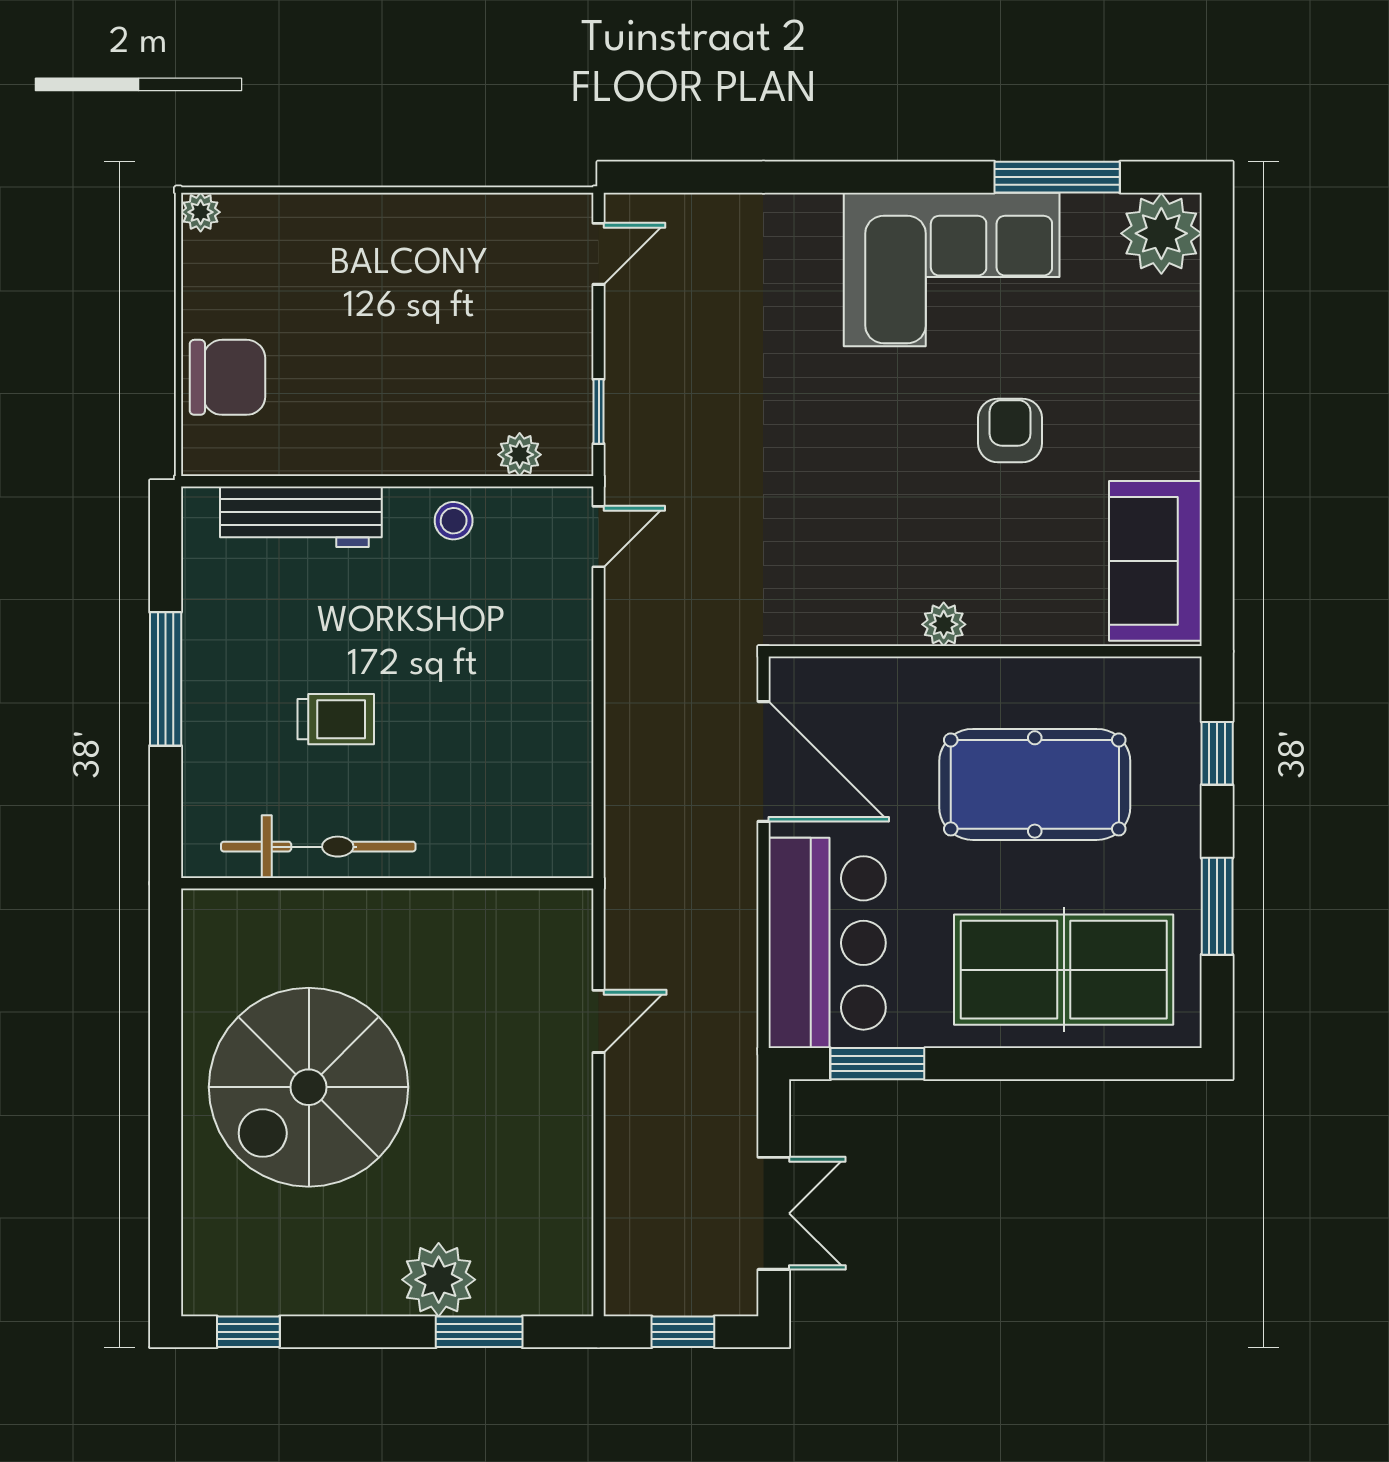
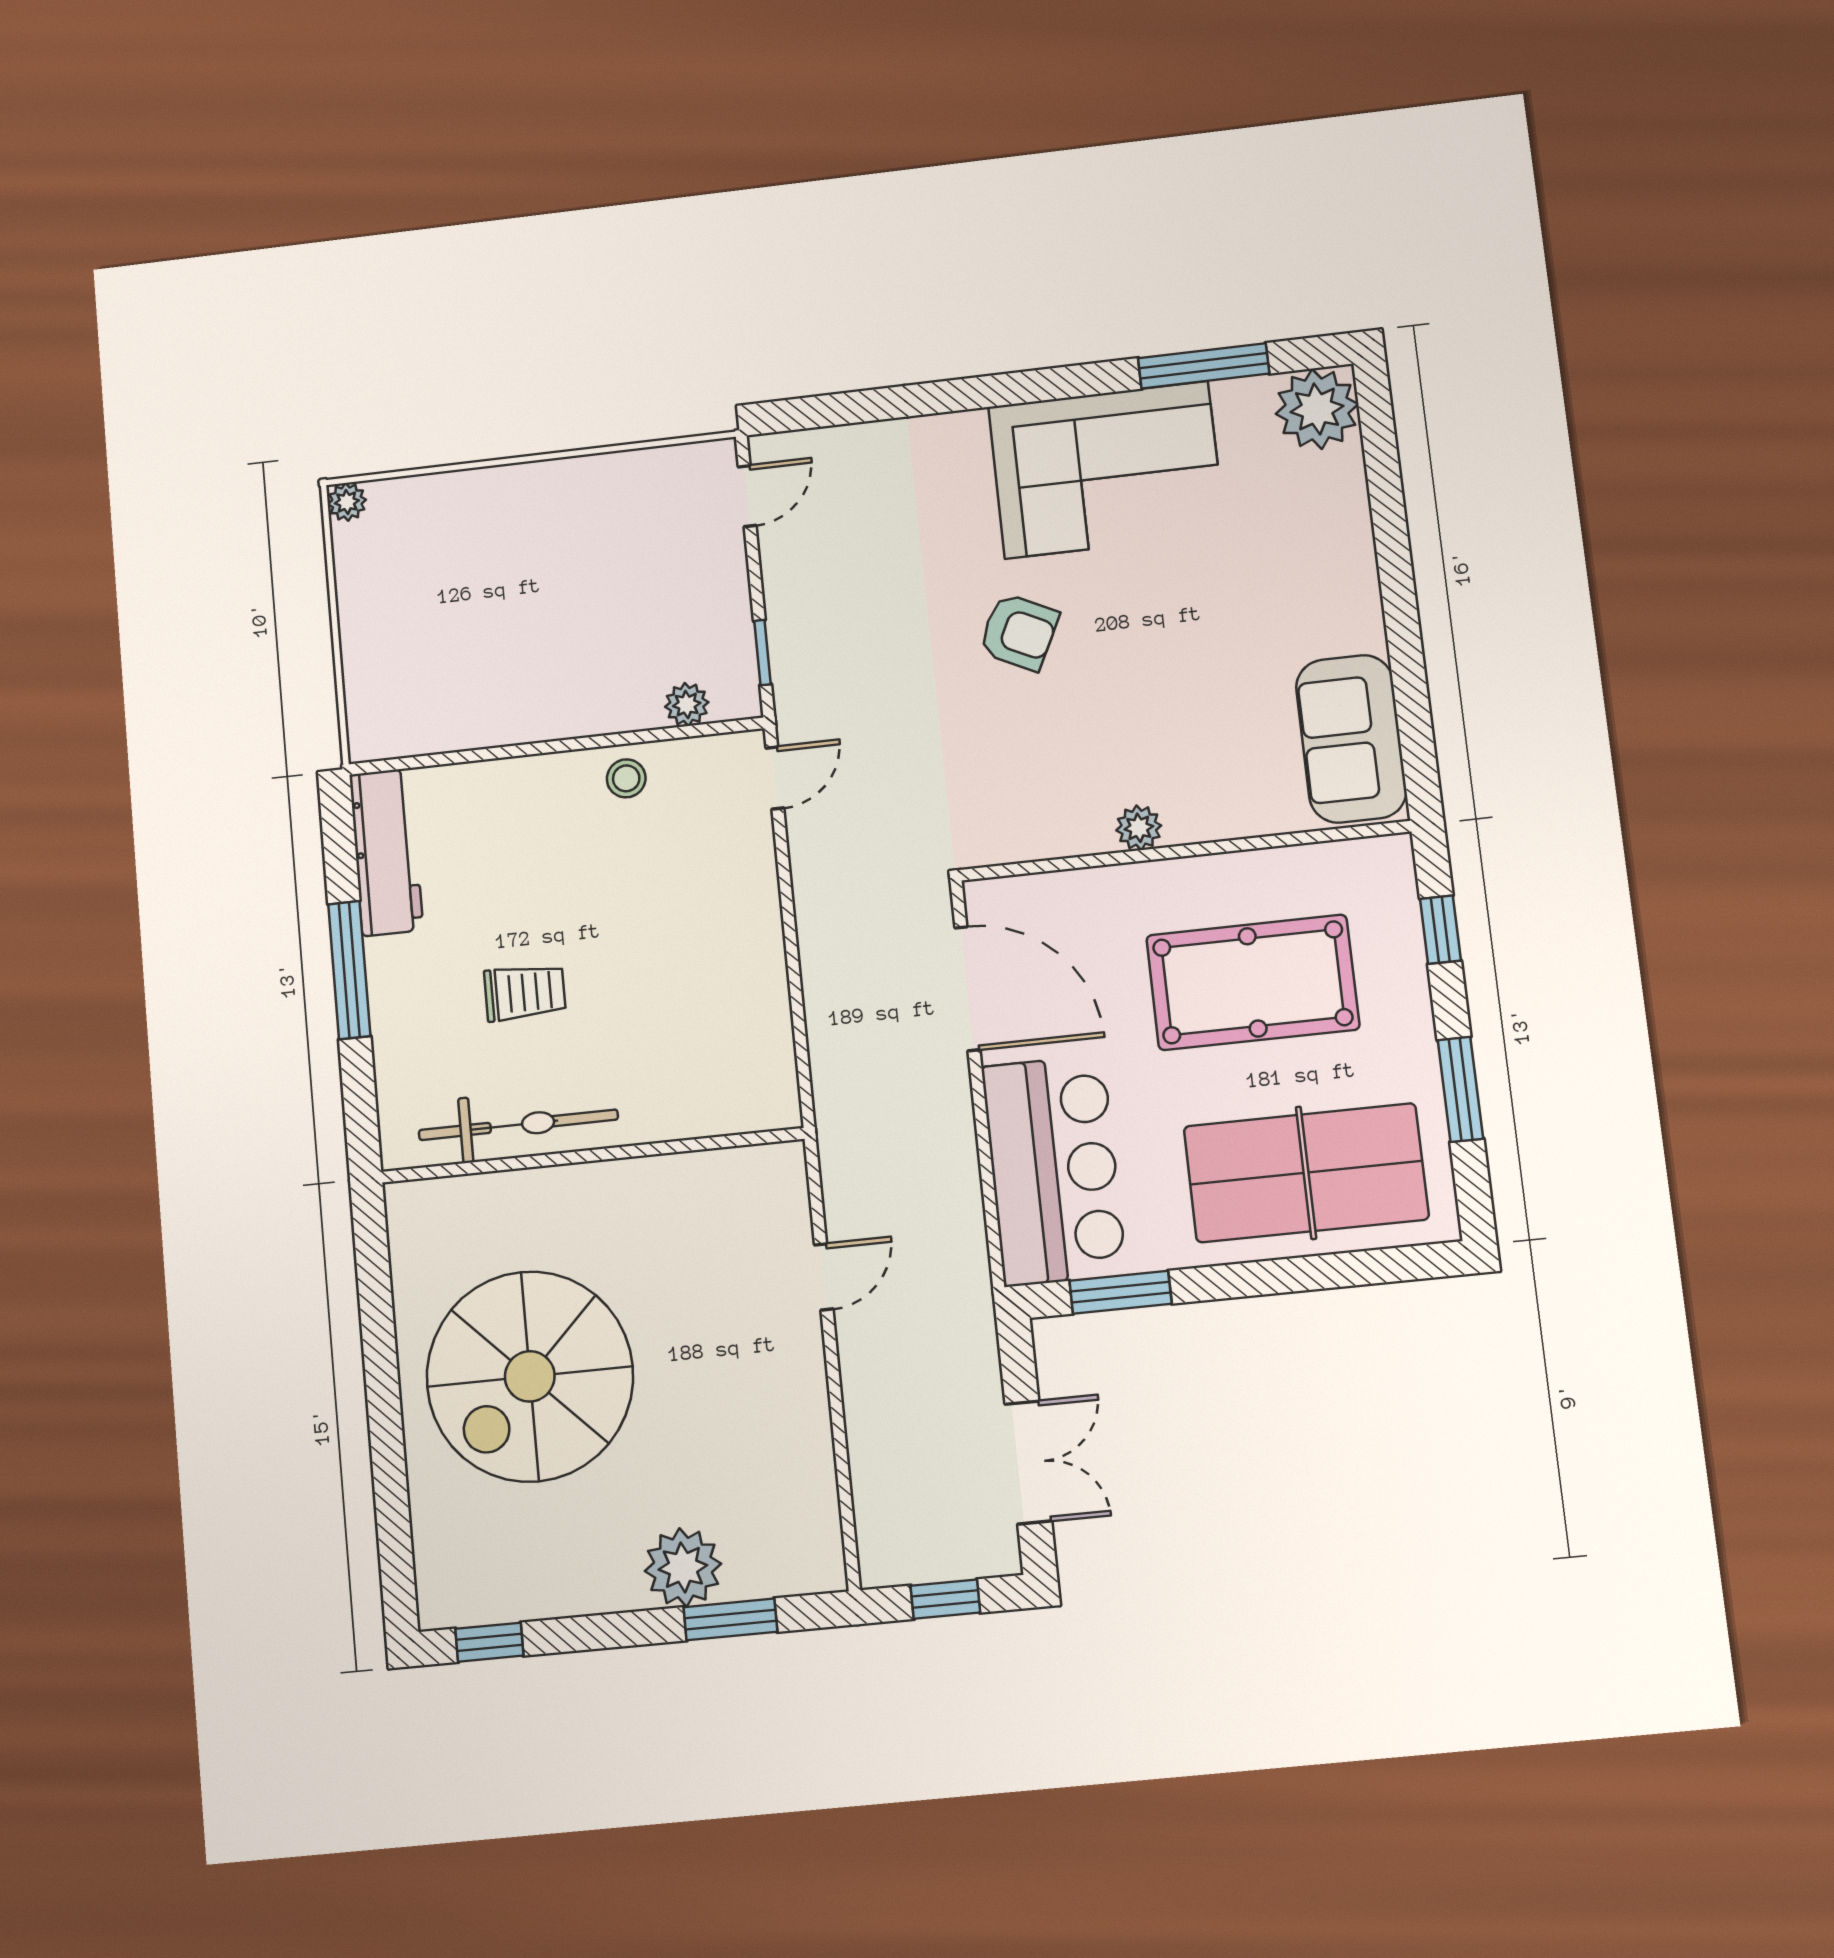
chair: (227, 377) -> (387, 661), removed
armchair: (1010, 431) -> (1019, 632), moved, turned 116
workbench: (301, 517) -> (386, 852), moved, turned -90

